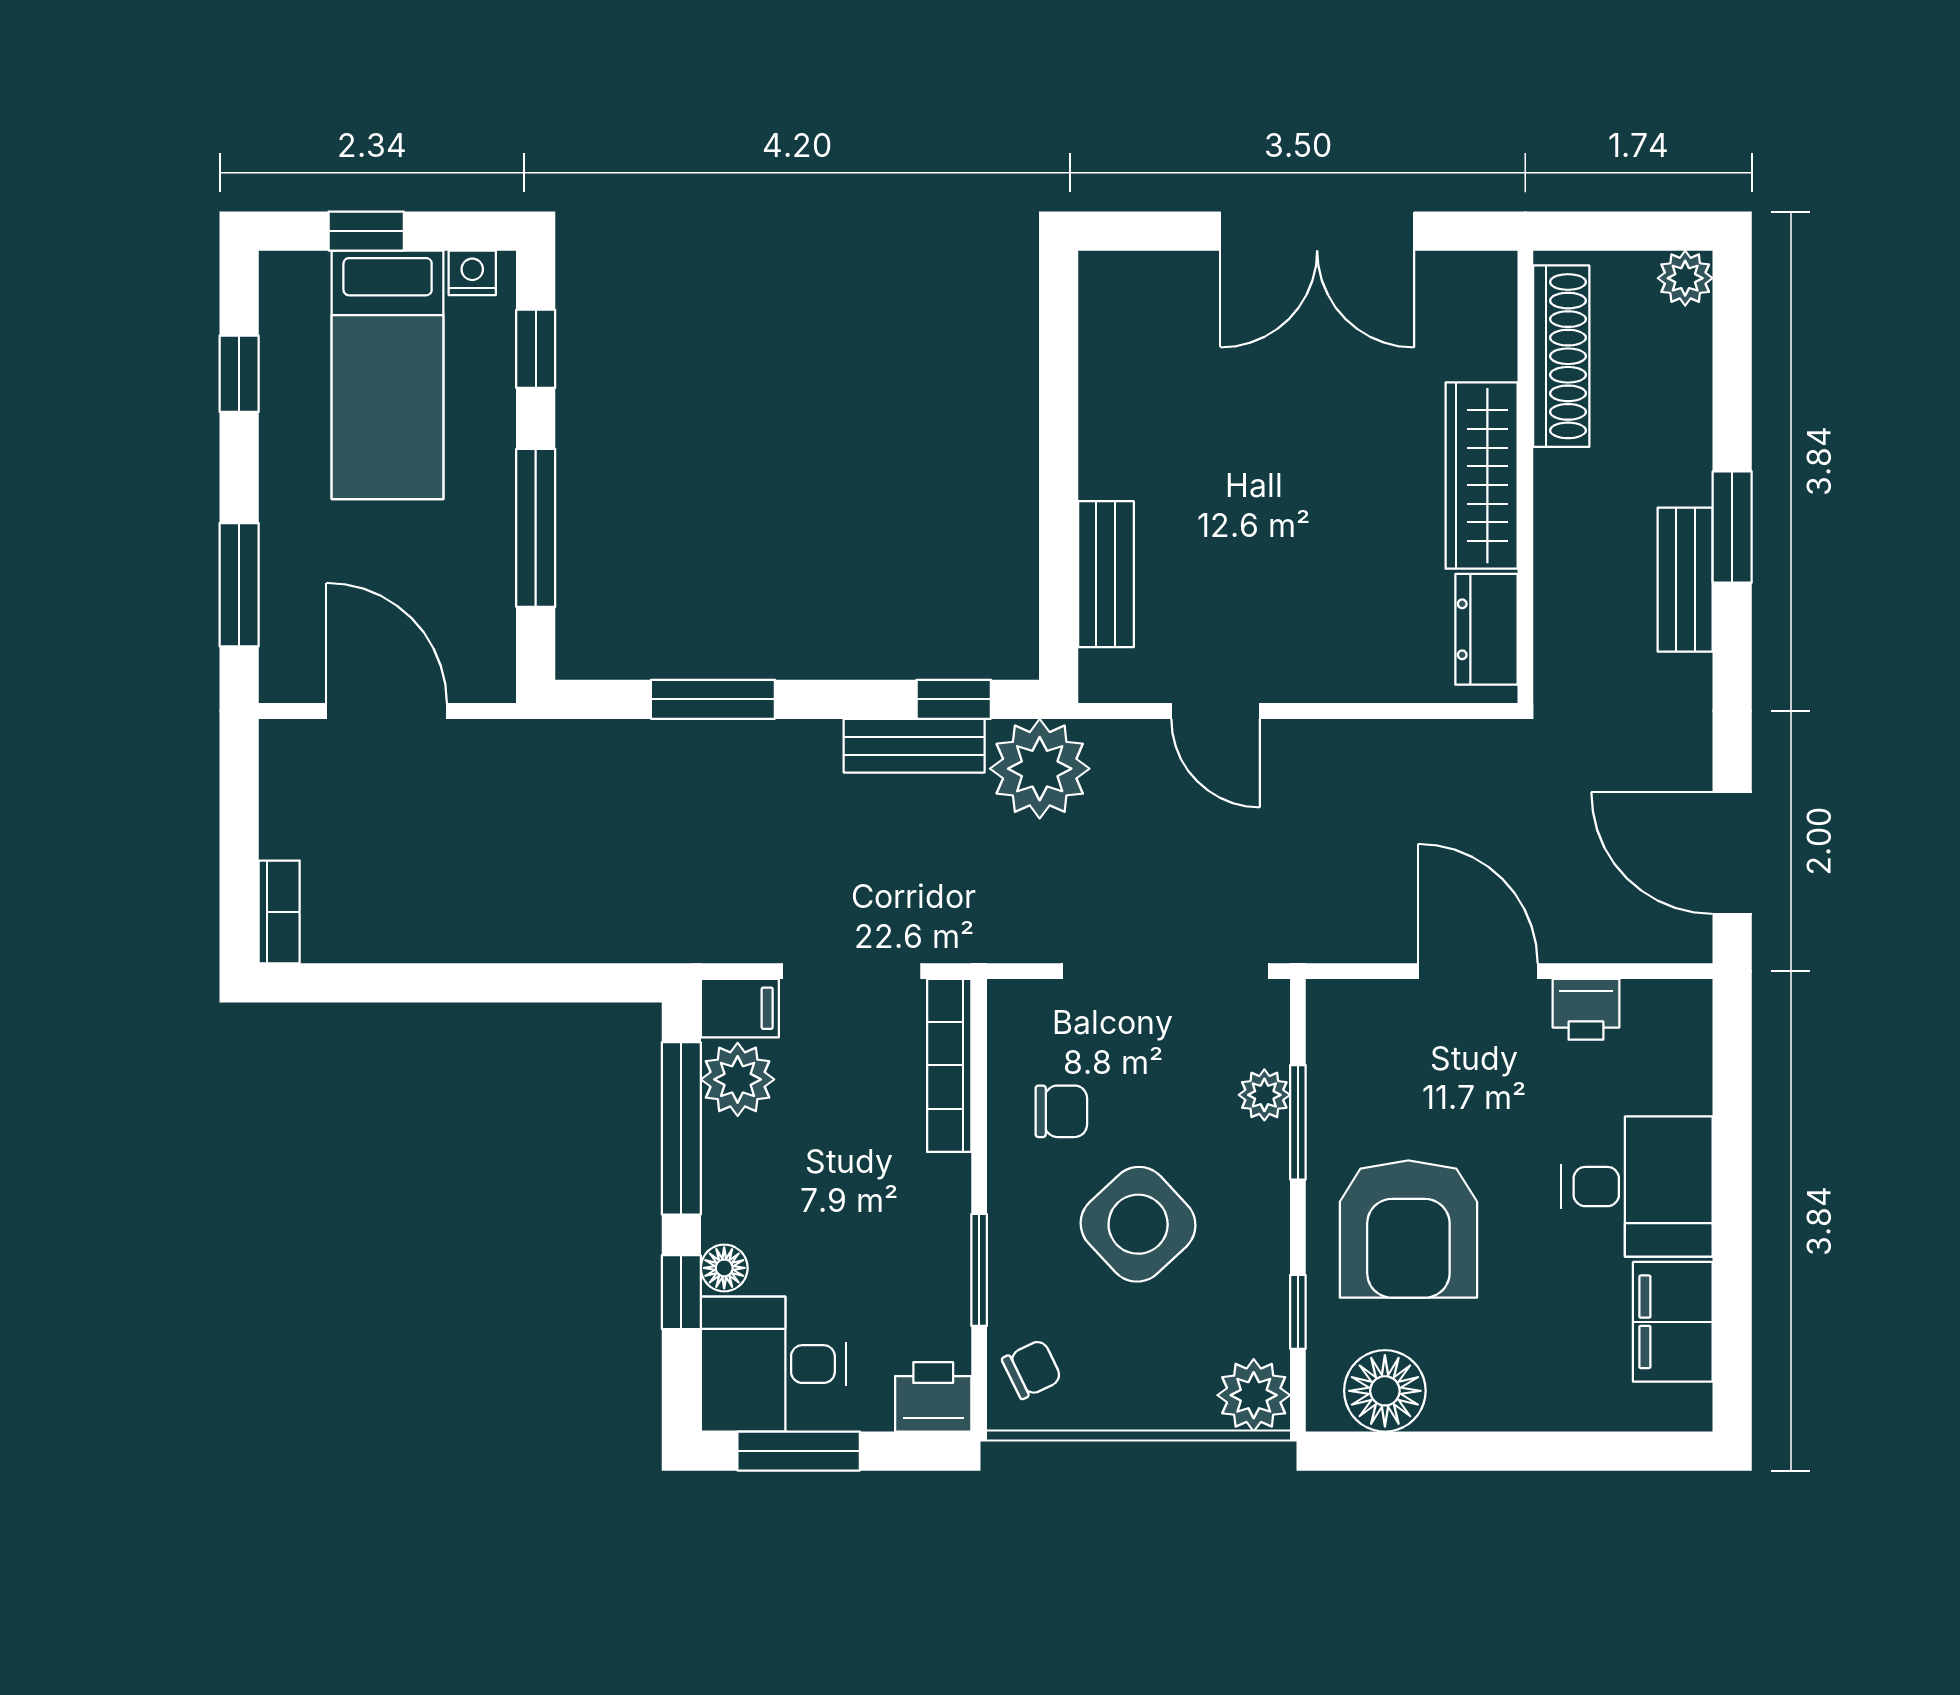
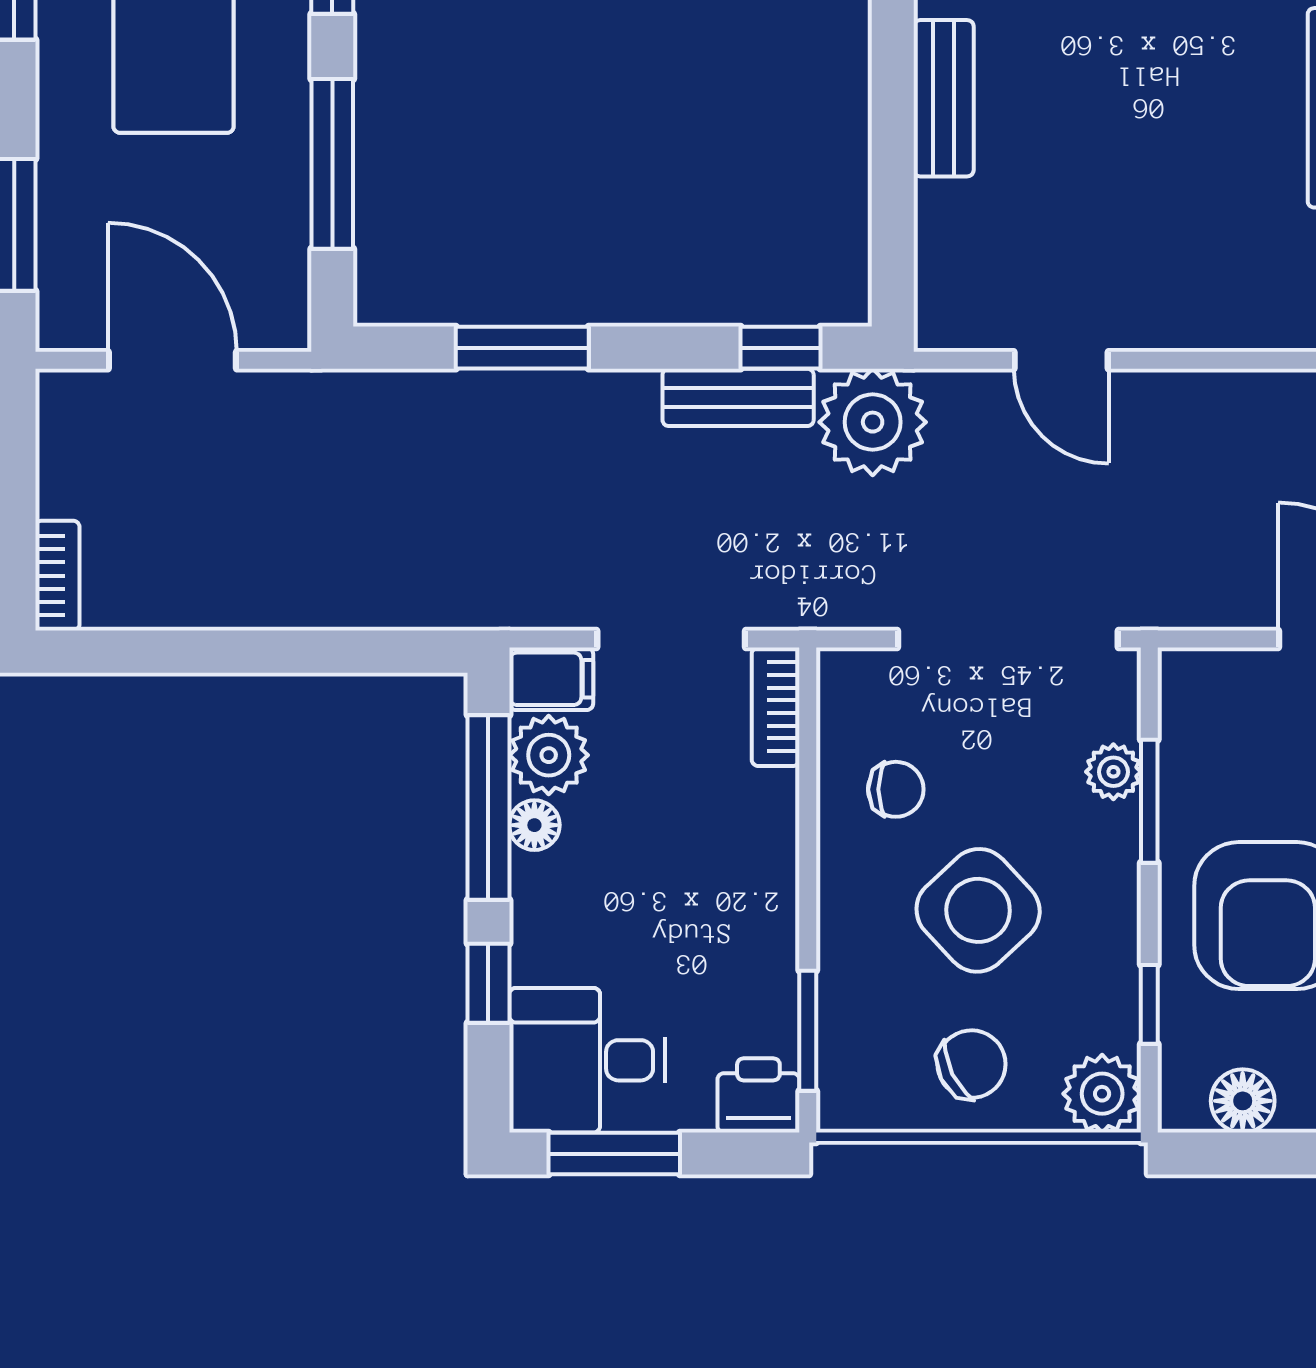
bench: (1106, 574) -> (944, 98), moved
bookcase: (949, 1065) -> (776, 707), width x0.64
floor lamp: (724, 1268) -> (534, 825), moved
window: (979, 1270) -> (808, 1031), moved
chair: (1032, 1369) -> (971, 1064), moved, width x1.37, depth x1.37
floor lamp: (1385, 1391) -> (1243, 1101), width x0.73, depth x0.73

